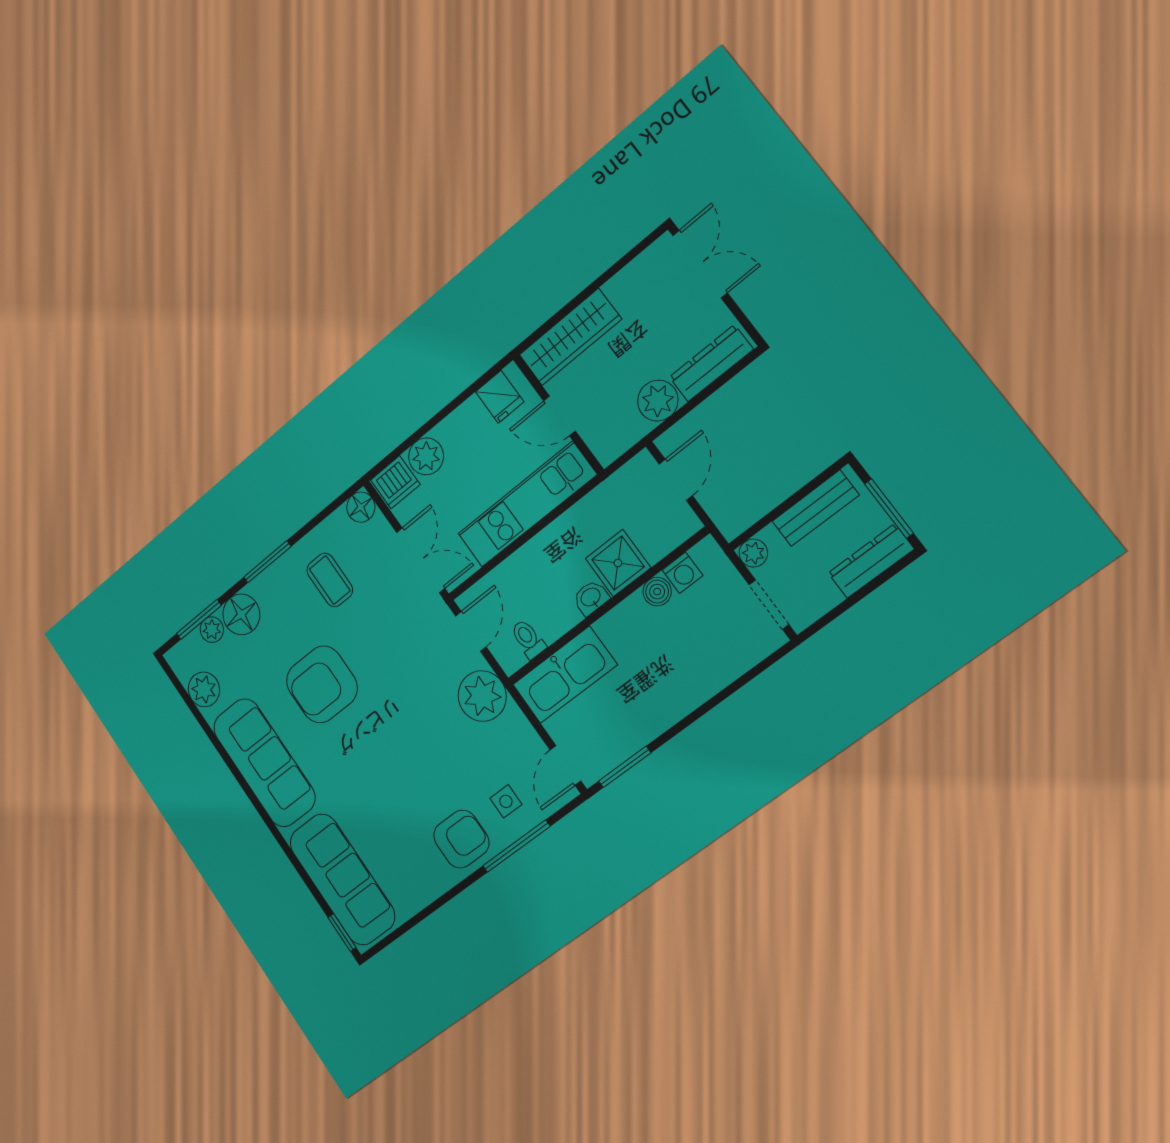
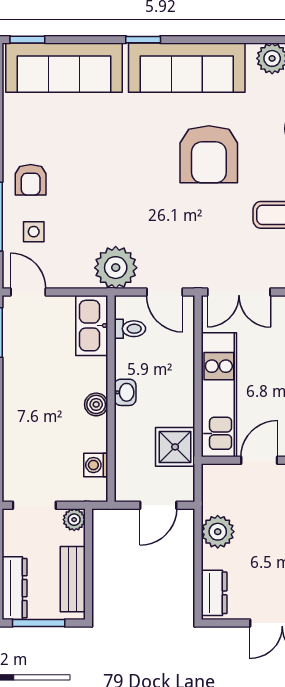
dresser: (711, 363) -> (214, 593), width x0.70
door: (676, 480) -> (158, 505), hinge flipped
shower: (618, 563) -> (175, 447), moved
boiler: (657, 592) -> (96, 404), moved
kitchen sink: (565, 675) -> (92, 326), width x0.73, depth x0.81
armchair: (322, 684) -> (209, 154), turned 180
window: (268, 822) -> (143, 40), added
armchair: (461, 839) -> (31, 180), width x0.72, depth x0.72

